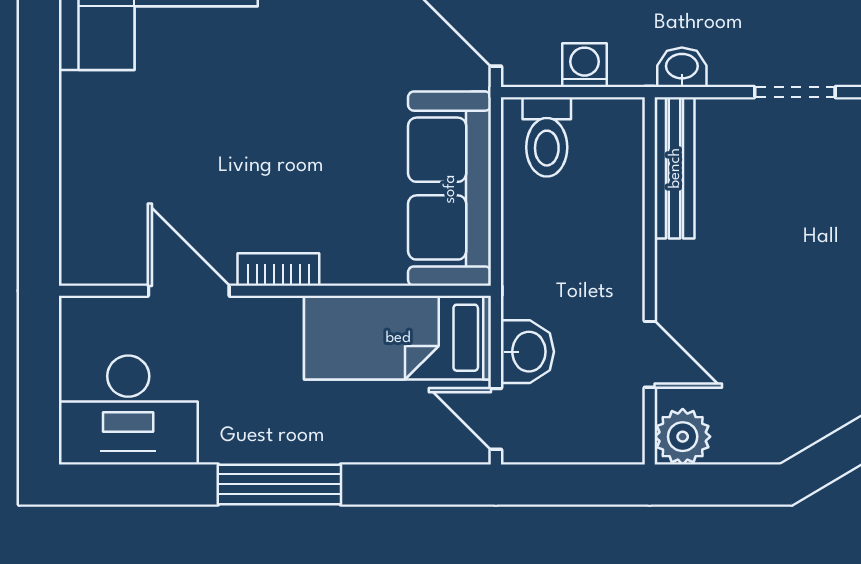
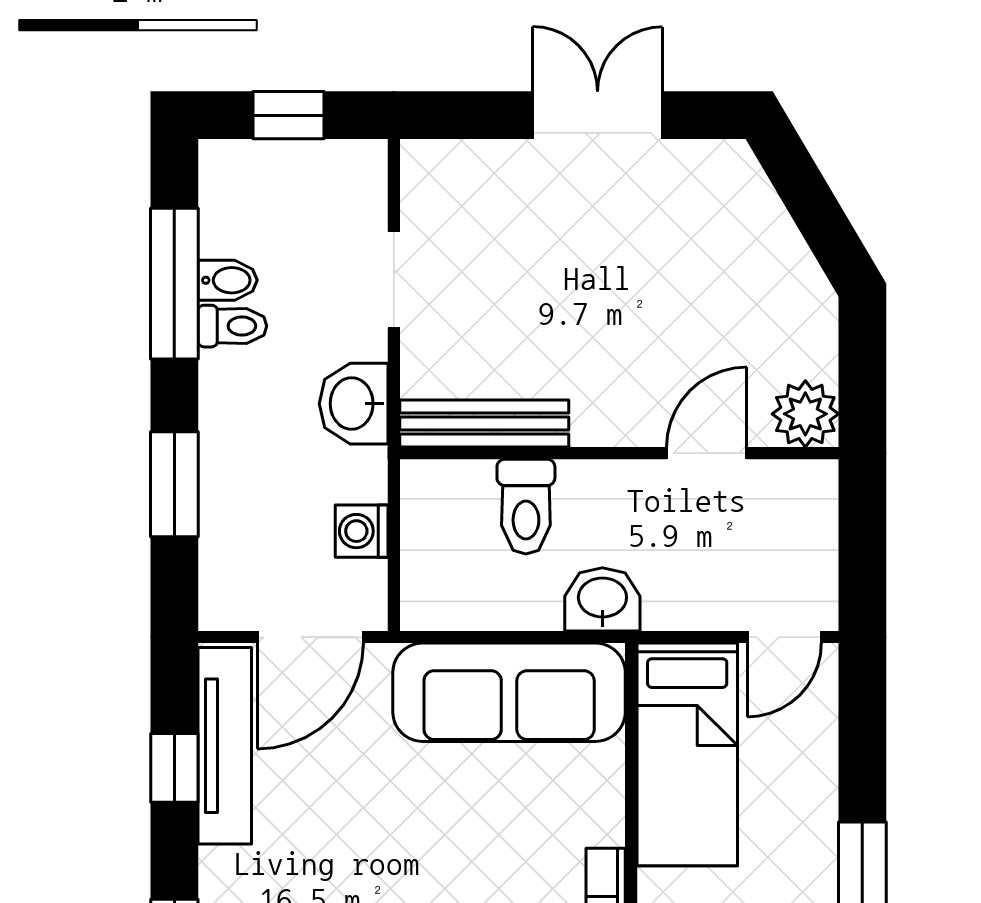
washbasin: (682, 67) -> (354, 404), width x1.38, depth x1.45
toilet: (547, 137) -> (526, 507), moved, turned 90
washbasin: (527, 352) -> (602, 599), moved

